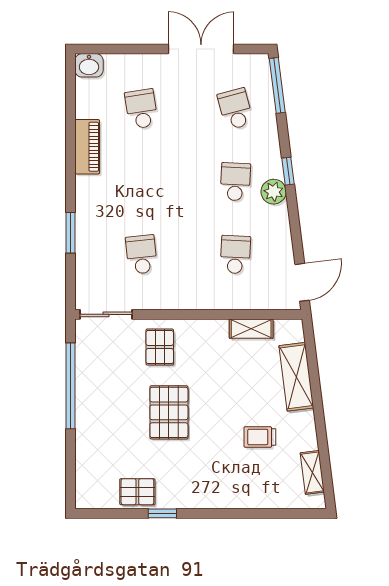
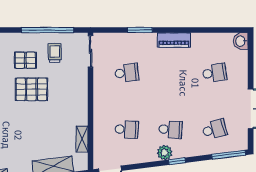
piano: (87, 147) -> (174, 40), moved
pallet: (160, 347) -> (25, 60), moved
trolley: (260, 437) -> (55, 53), moved

